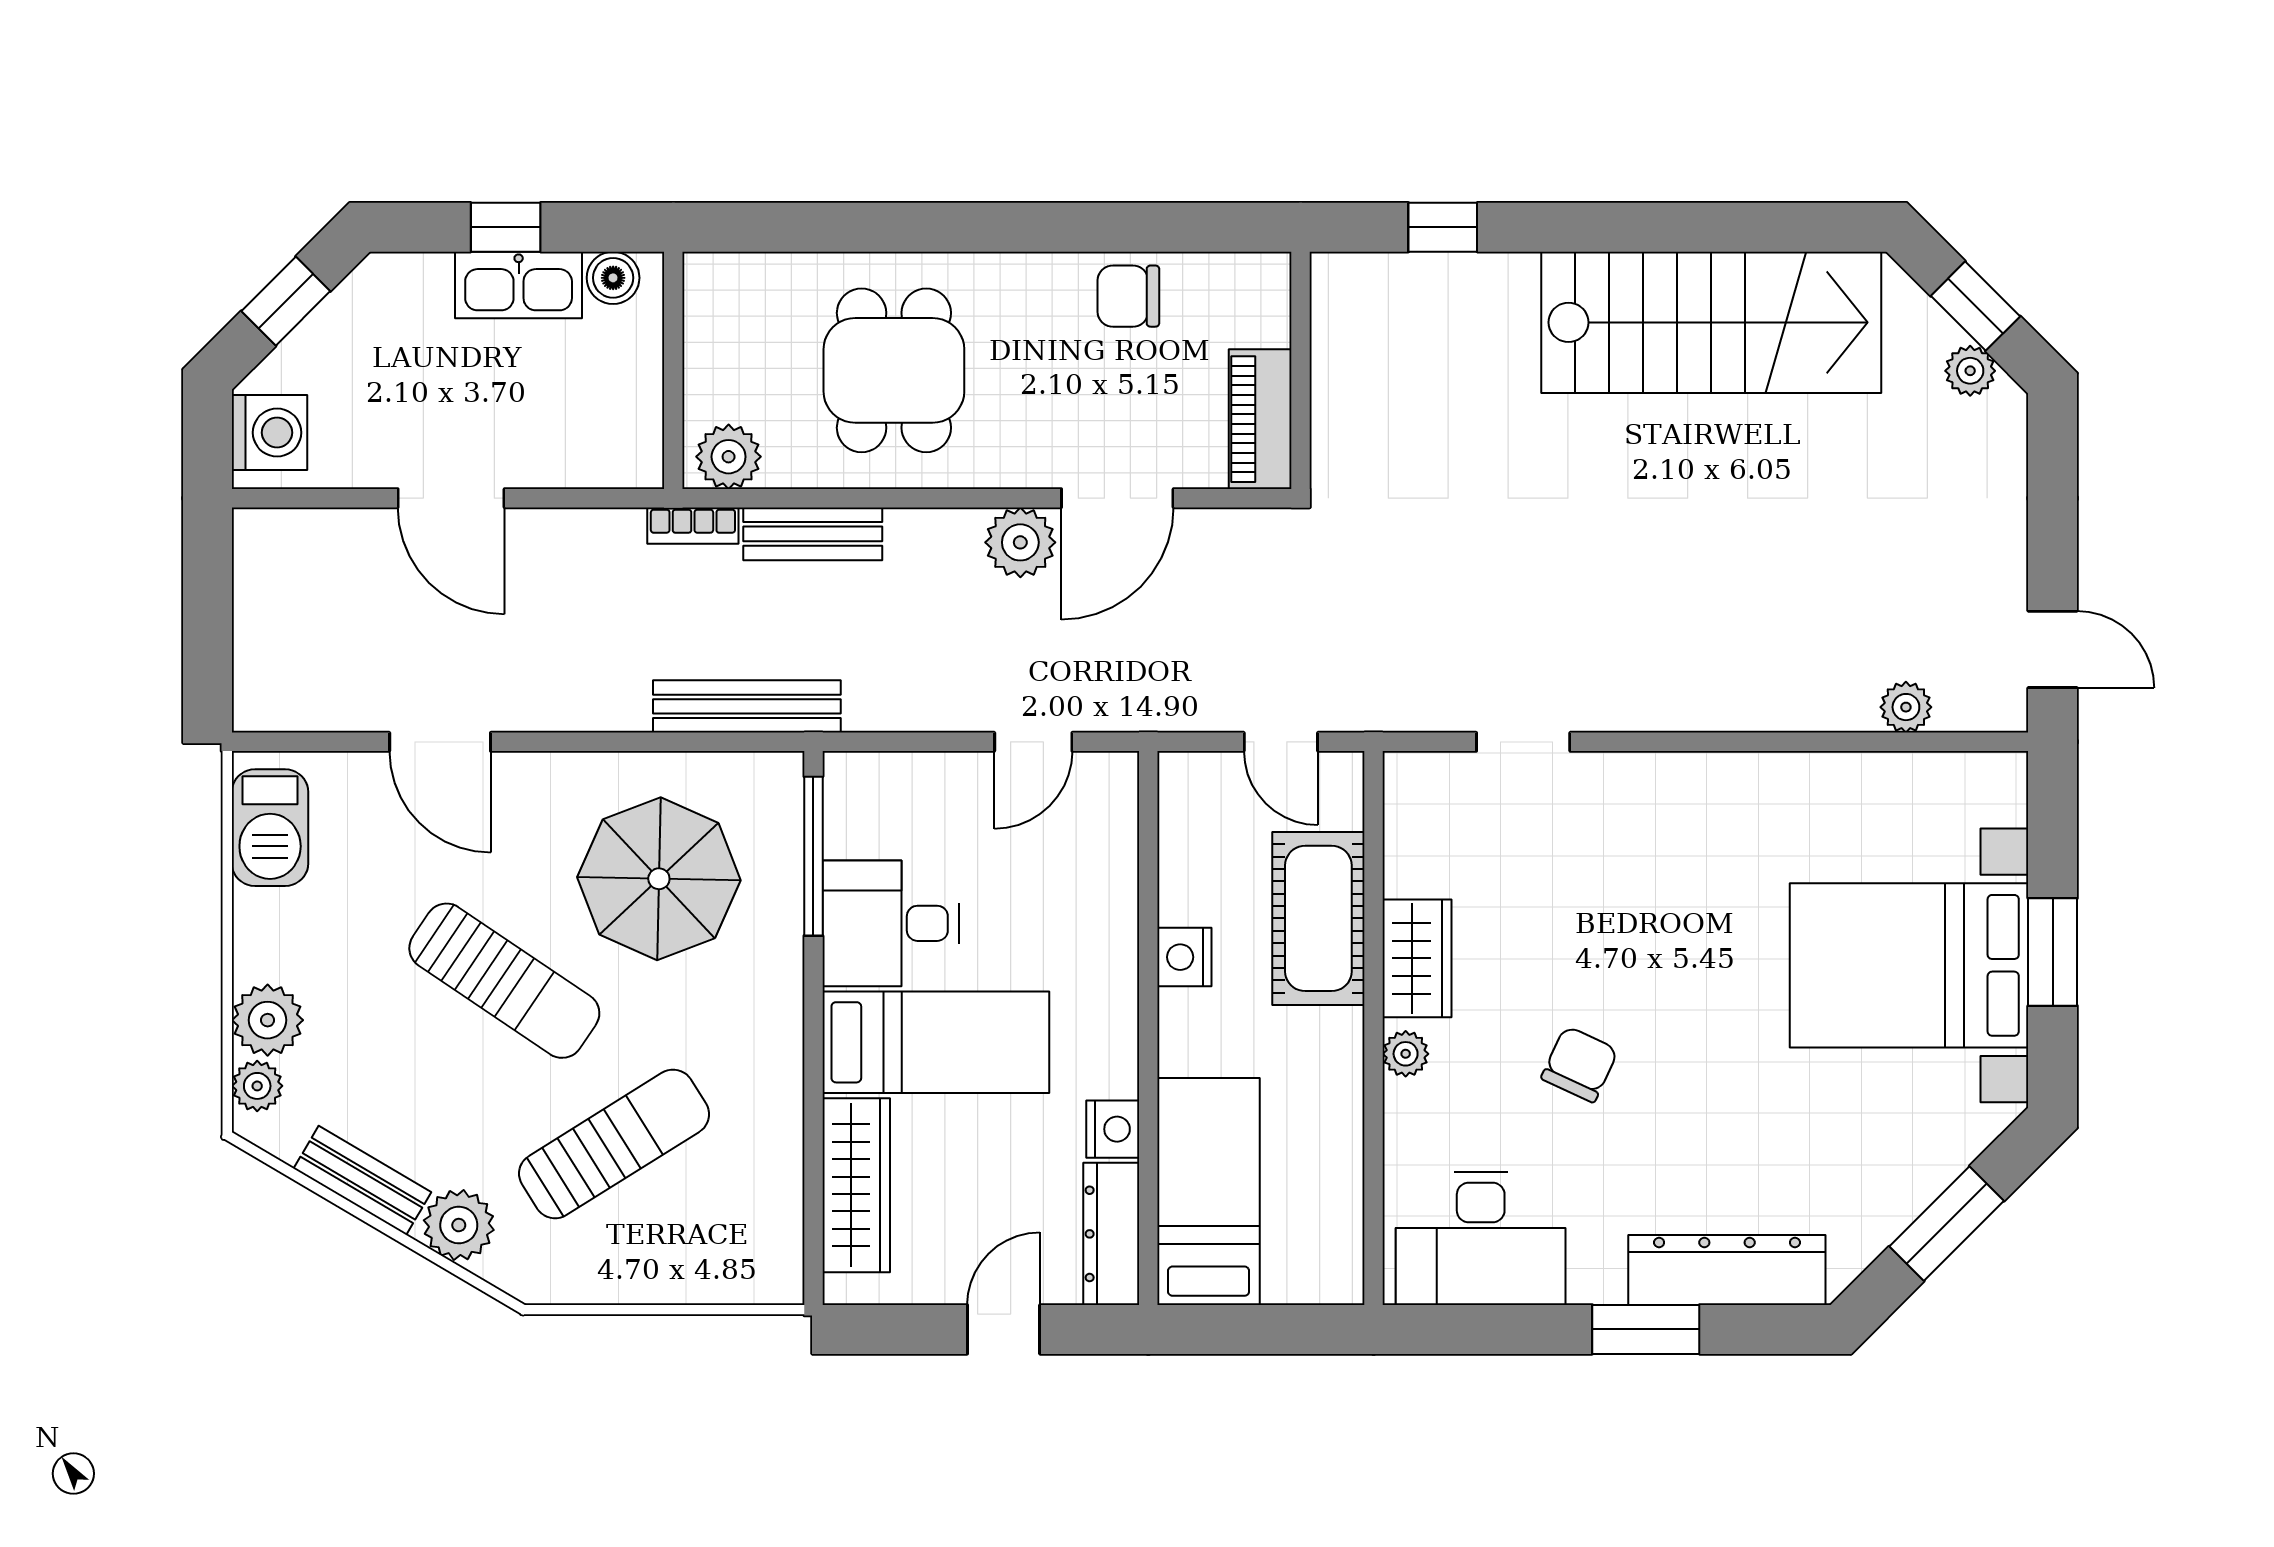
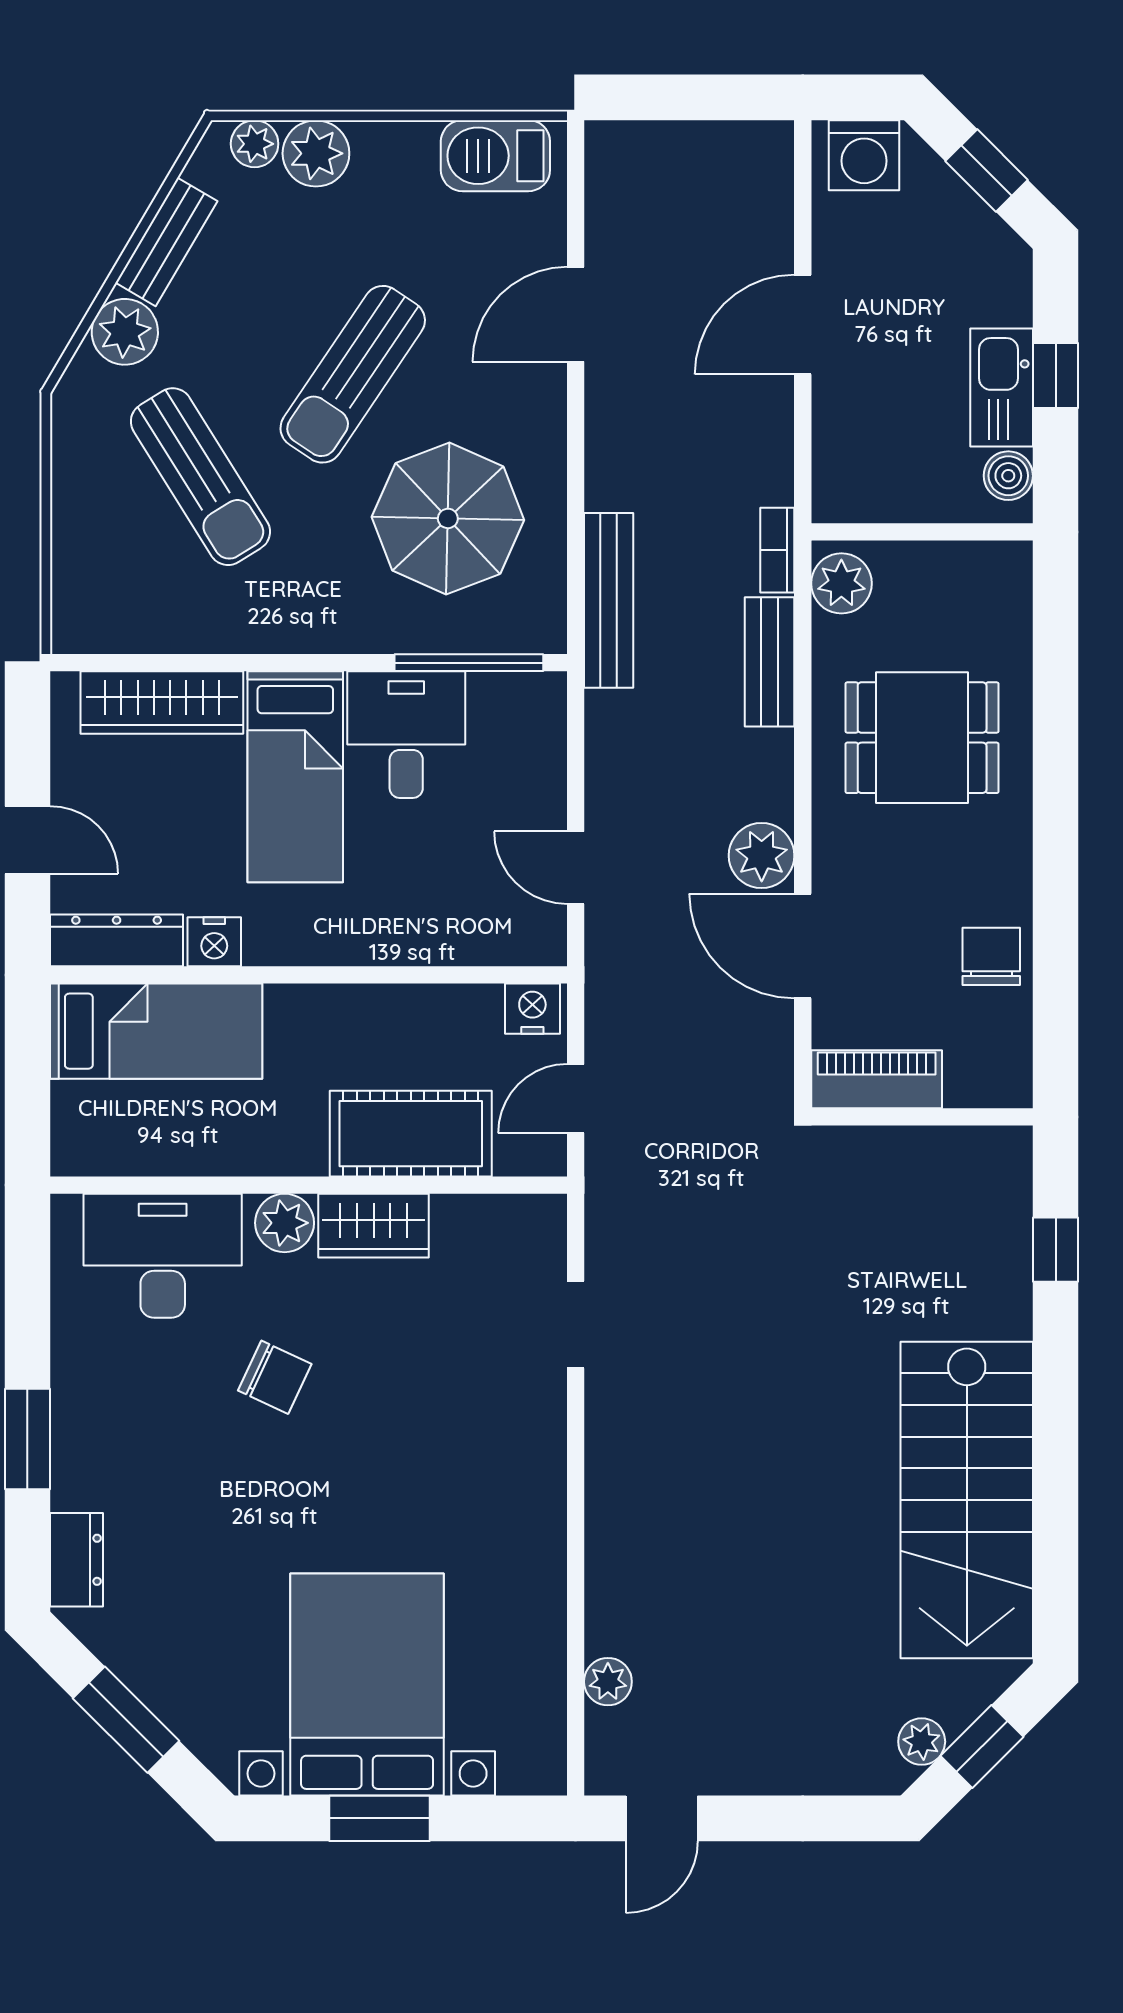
nightstand: (1184, 957) -> (532, 1009), moved
plant: (1406, 1054) -> (285, 1223), width x1.38, depth x1.38
desk: (1481, 1238) -> (163, 1256), moved, turned 90
dresser: (1727, 1270) -> (77, 1560), width x0.51, depth x0.80

